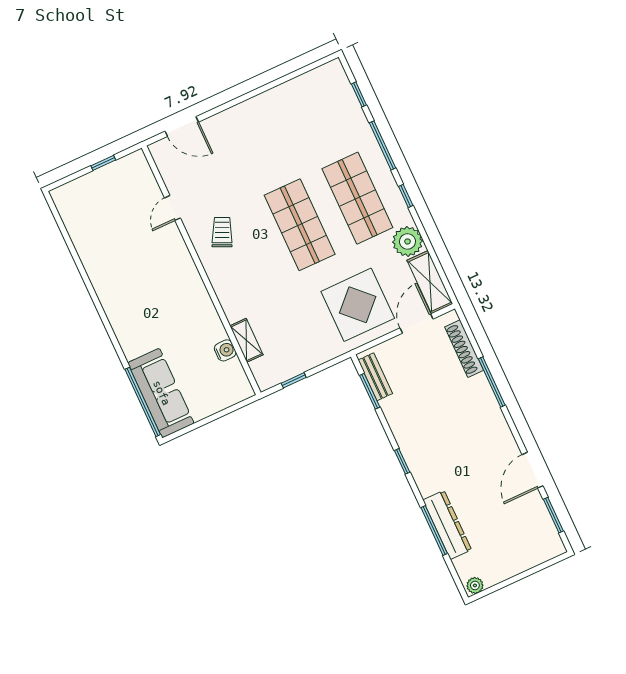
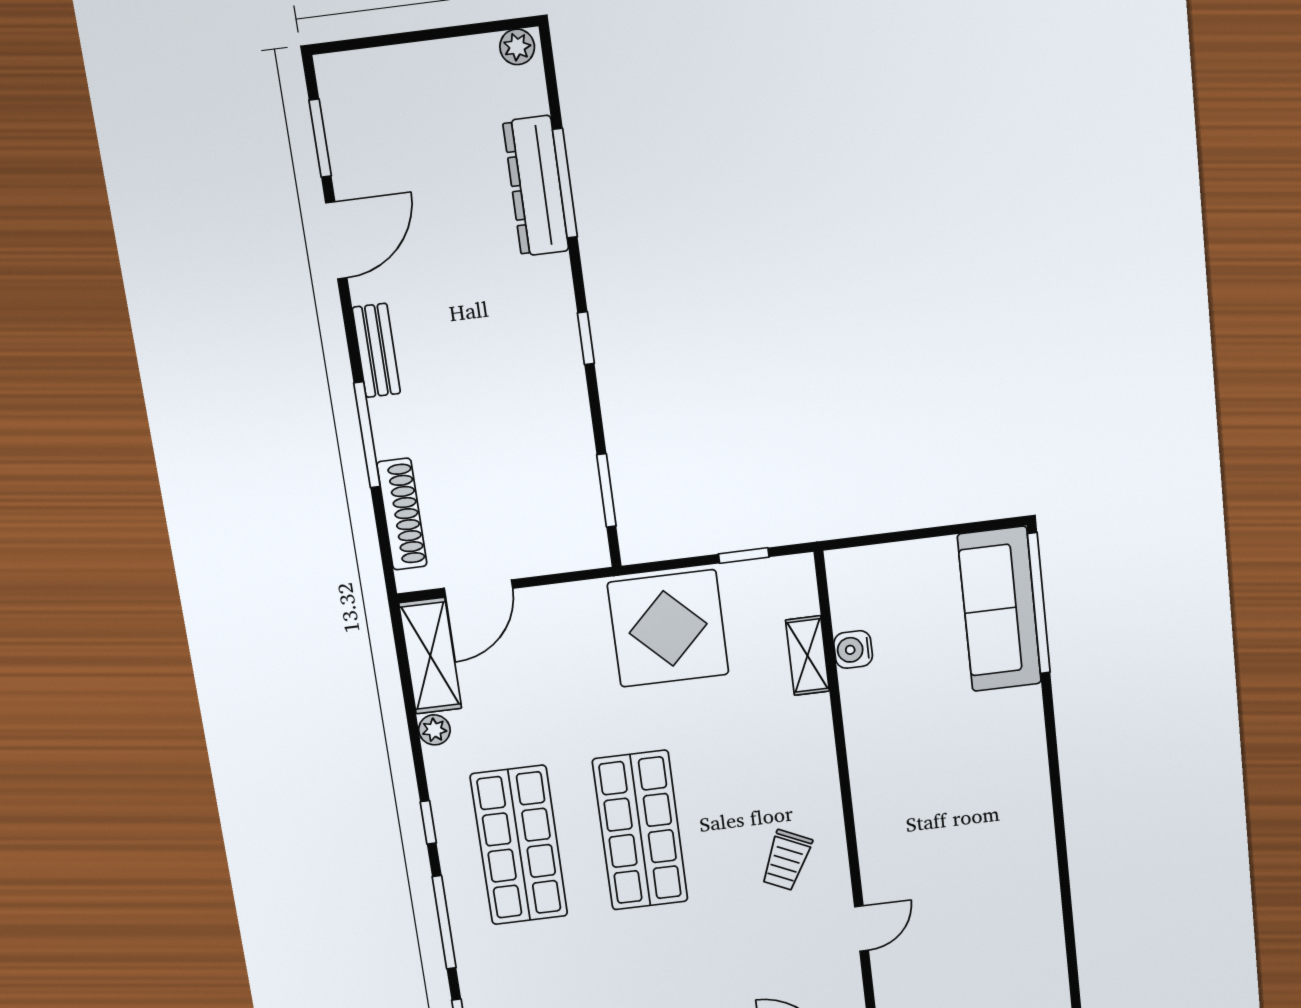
plant: (408, 241) -> (434, 730), width x0.53, depth x0.53
display table: (358, 305) -> (668, 628), moved
bench: (375, 377) -> (376, 350), moved

